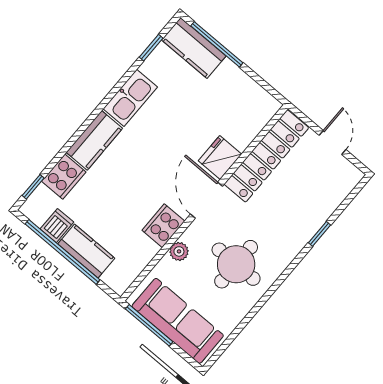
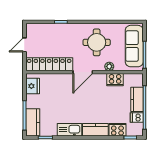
fridge: (220, 157) -> (33, 86), moved, turned -90
cooker: (163, 226) -> (115, 80), moved

